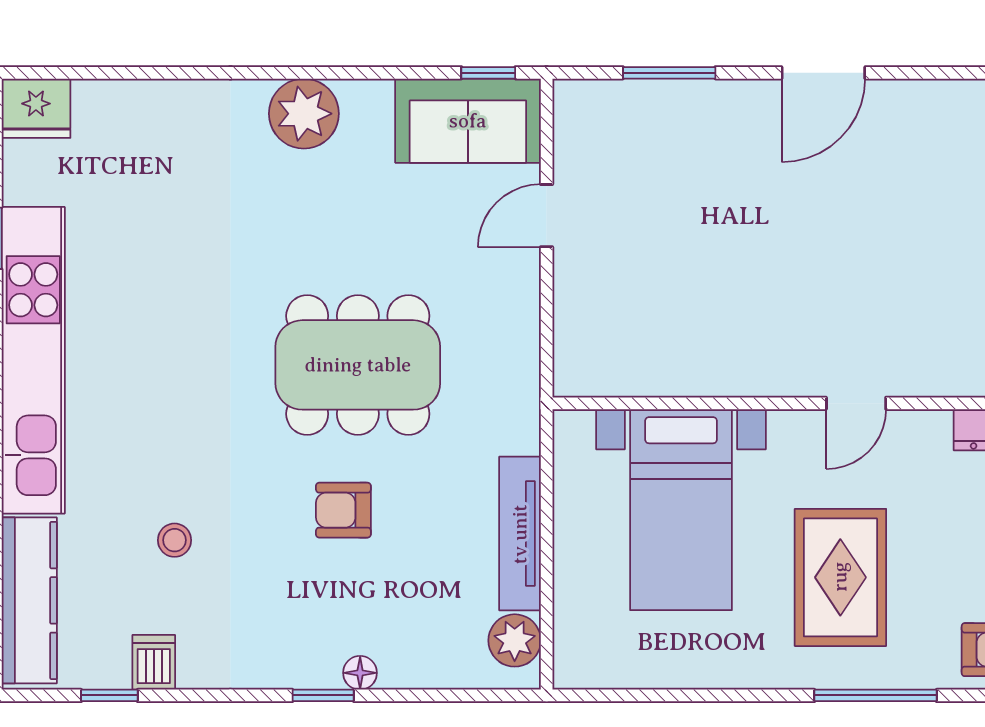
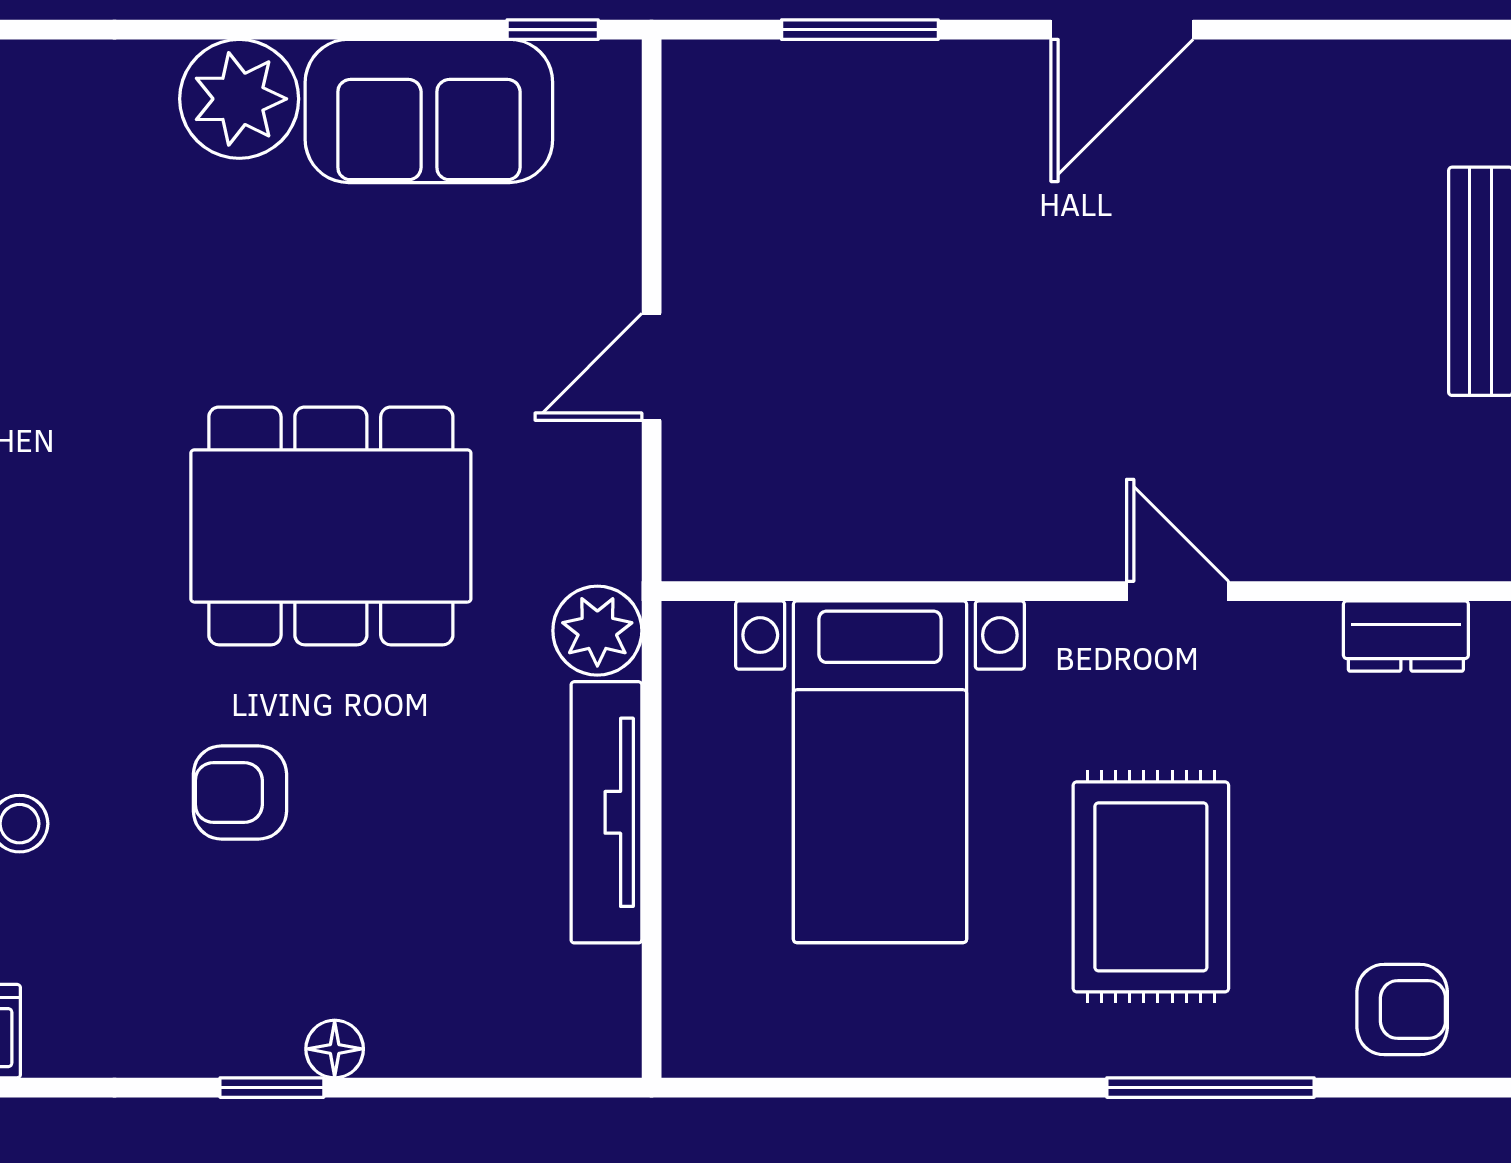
sofa: (468, 121) -> (429, 111), moved
door: (547, 216) -> (652, 367), moved
door: (856, 403) -> (1178, 591), swing flipped
armchair: (343, 510) -> (240, 793), moved
plant: (515, 640) -> (597, 631), moved

